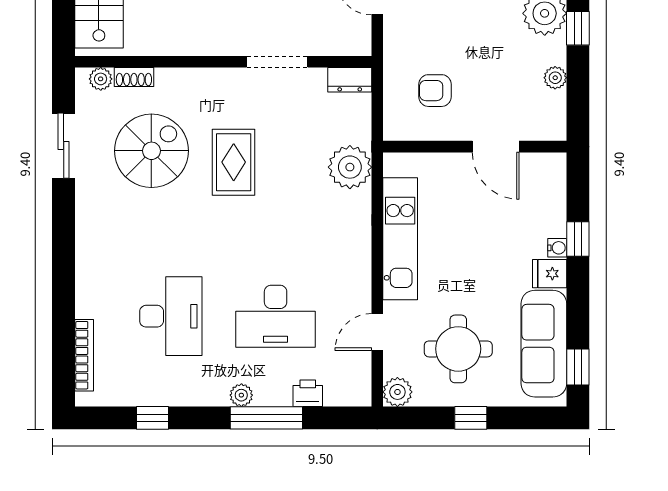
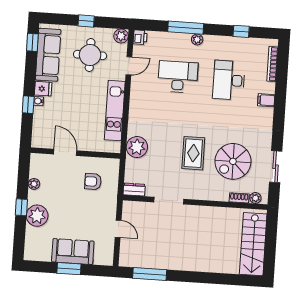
armchair: (435, 91) -> (93, 182), turned 180
filing cabinet: (92, 280) -> (266, 100), added
printer: (308, 393) -> (140, 37), moved, turned -90

